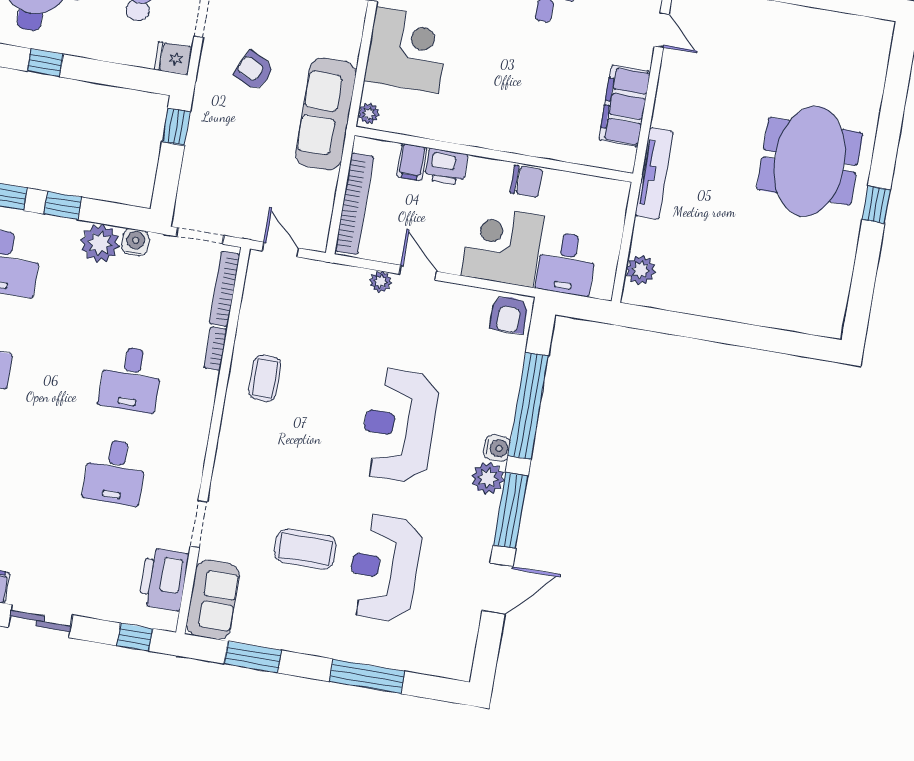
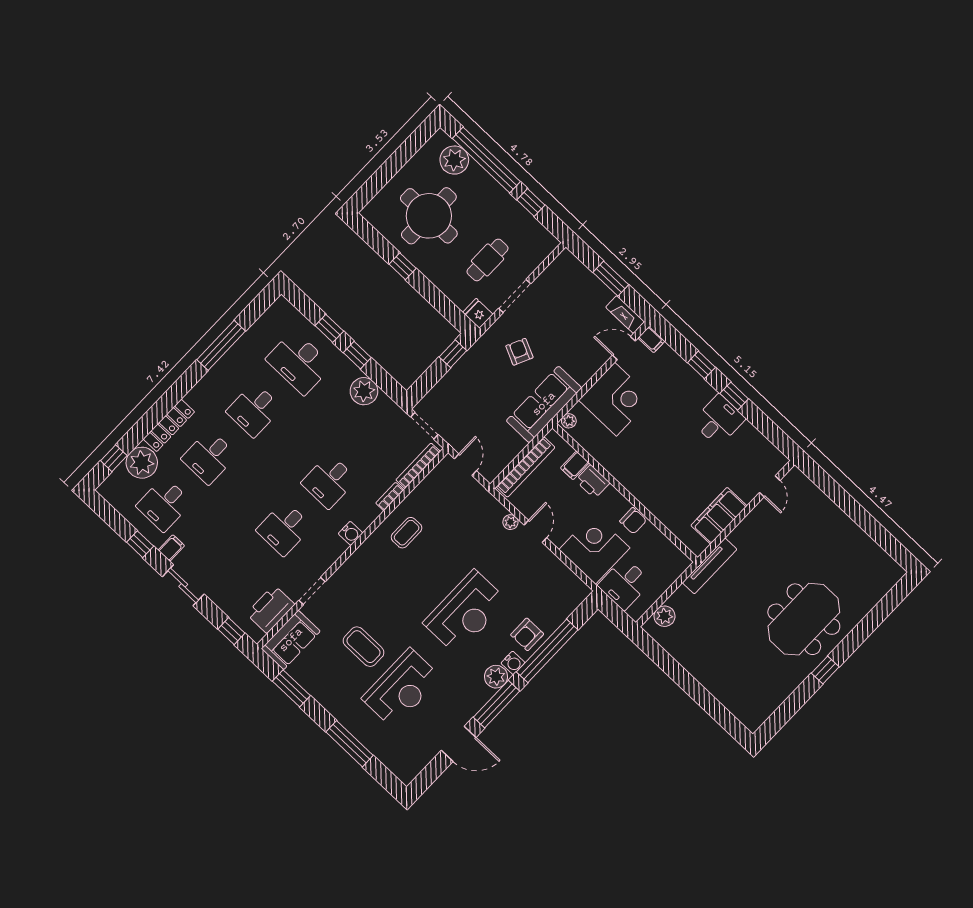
water cooler: (135, 242) -> (351, 533), moved, turned 90
armchair: (509, 314) -> (527, 634), moved
reception desk: (399, 425) -> (465, 612), turned 180
reception desk: (384, 568) -> (402, 688), turned 180

